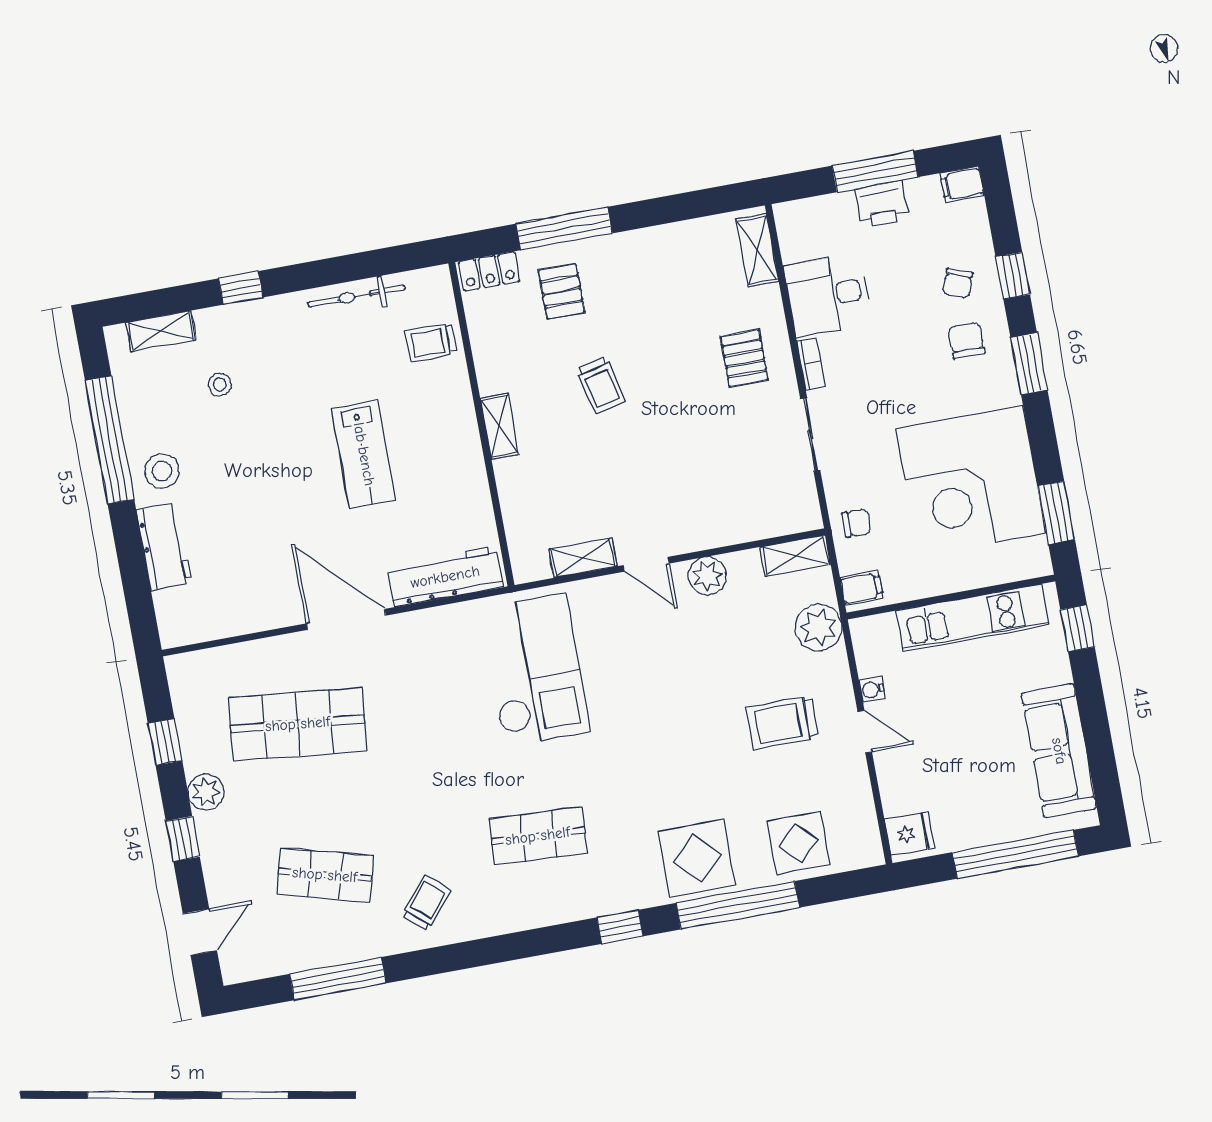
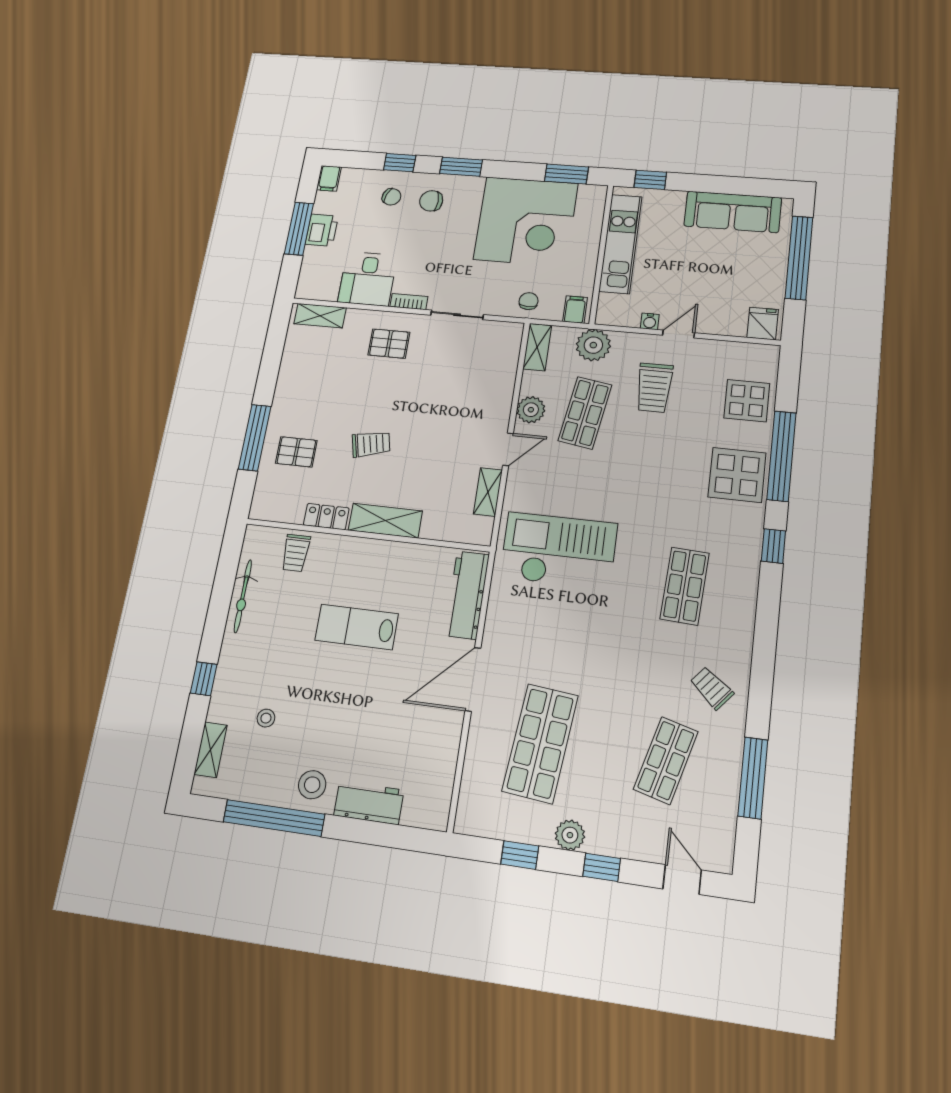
locker: (489, 271) -> (326, 517), moved, turned -90
shelving: (500, 427) -> (385, 521), width x1.50, depth x1.33
lab bench: (364, 454) -> (357, 627), turned 180
shop shelf: (723, 646) -> (585, 413), added

